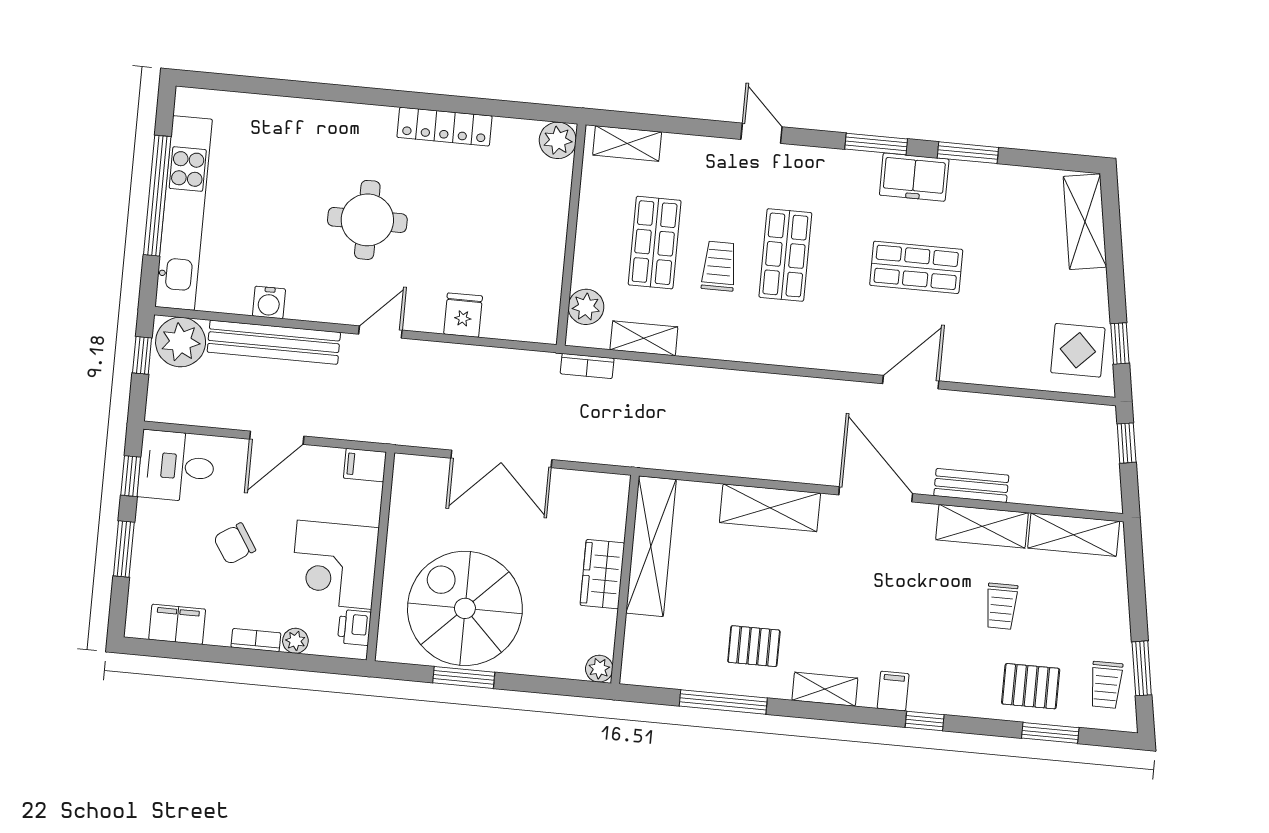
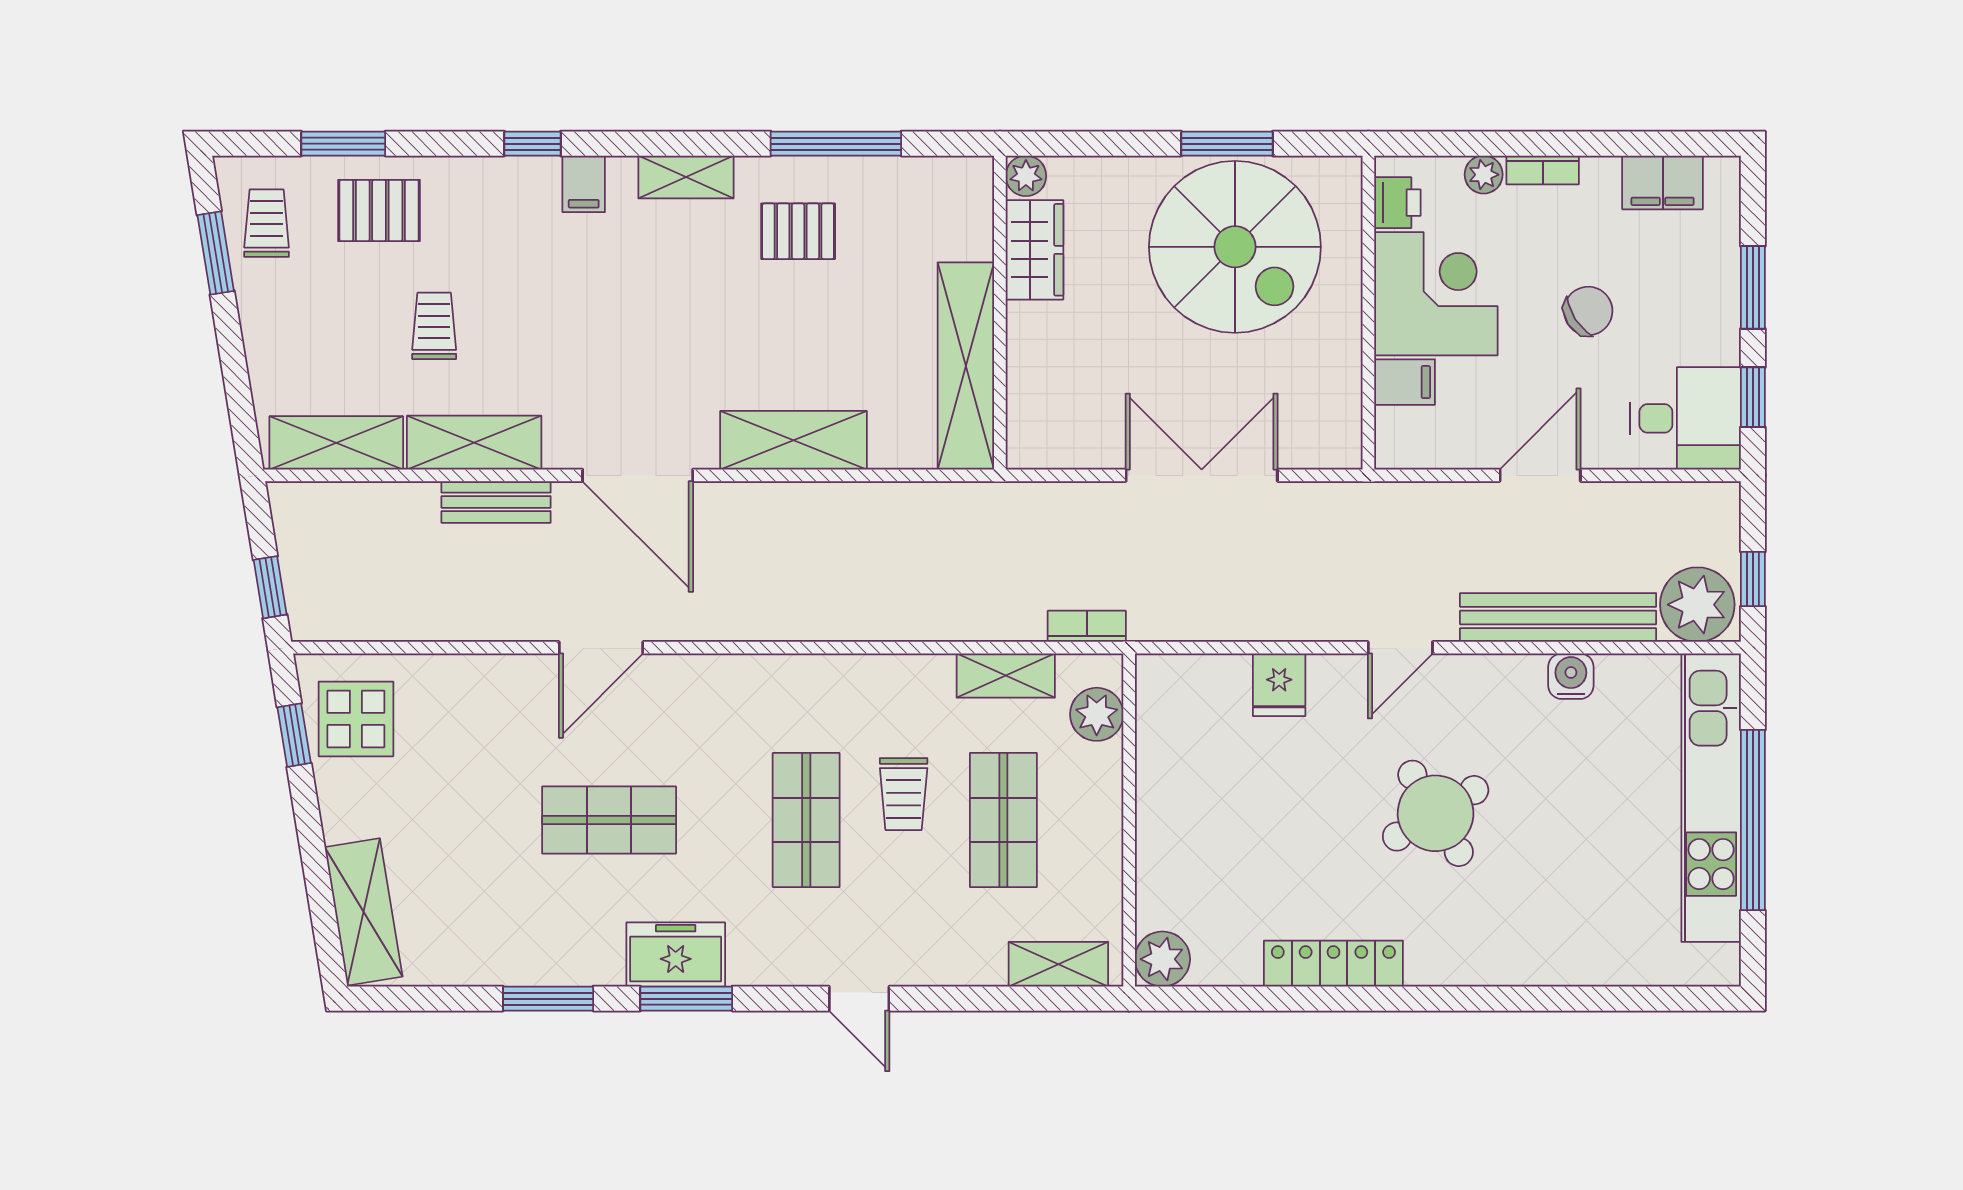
freezer: (914, 177) -> (676, 955), moved
round table: (367, 220) -> (1436, 813), turned -31
filing cabinet: (365, 465) -> (1405, 382), moved
wardrobe: (602, 574) -> (1034, 250), moved

